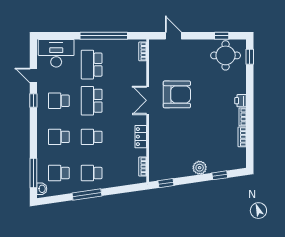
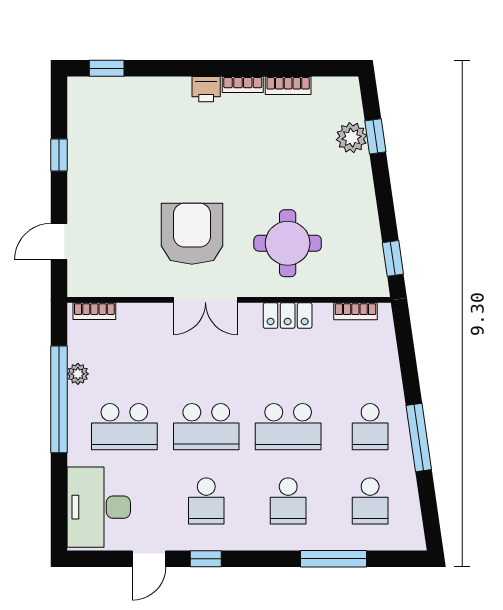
window: (222, 36) -> (59, 155), moved
plant: (115, 44) -> (78, 374), added
round table: (226, 55) -> (288, 243), moved
school desk: (92, 137) -> (288, 427), width x1.85
plant: (200, 168) -> (352, 138), moved
window: (33, 173) -> (333, 559), moved
washbasin: (42, 189) -> (406, 540), removed

